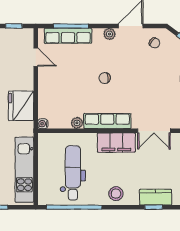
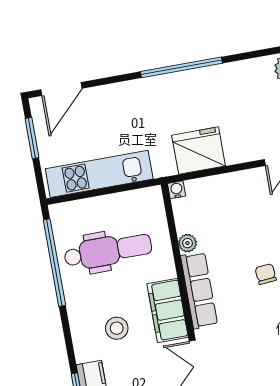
stool: (116, 194) -> (117, 328), moved

